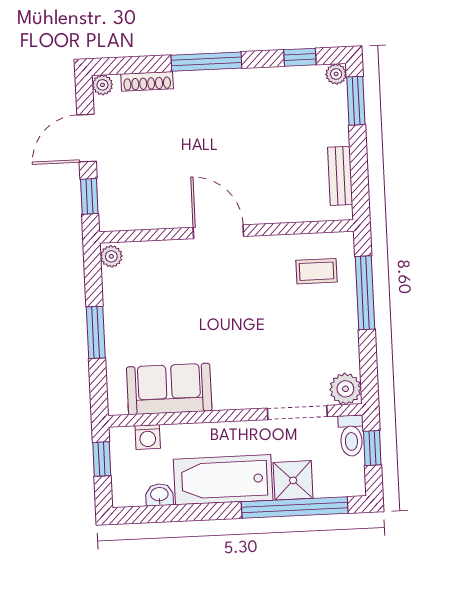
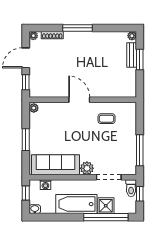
window: (300, 57) -> (117, 28), removed
window: (356, 101) -> (140, 60), moved
bench: (340, 176) -> (132, 55), moved
coffee table: (317, 271) -> (107, 119), moved
window: (365, 293) -> (140, 150), moved
sofa: (169, 389) -> (55, 165), width x1.36
plant: (345, 389) -> (87, 168), moved
washbasin: (159, 495) -> (35, 209), moved

